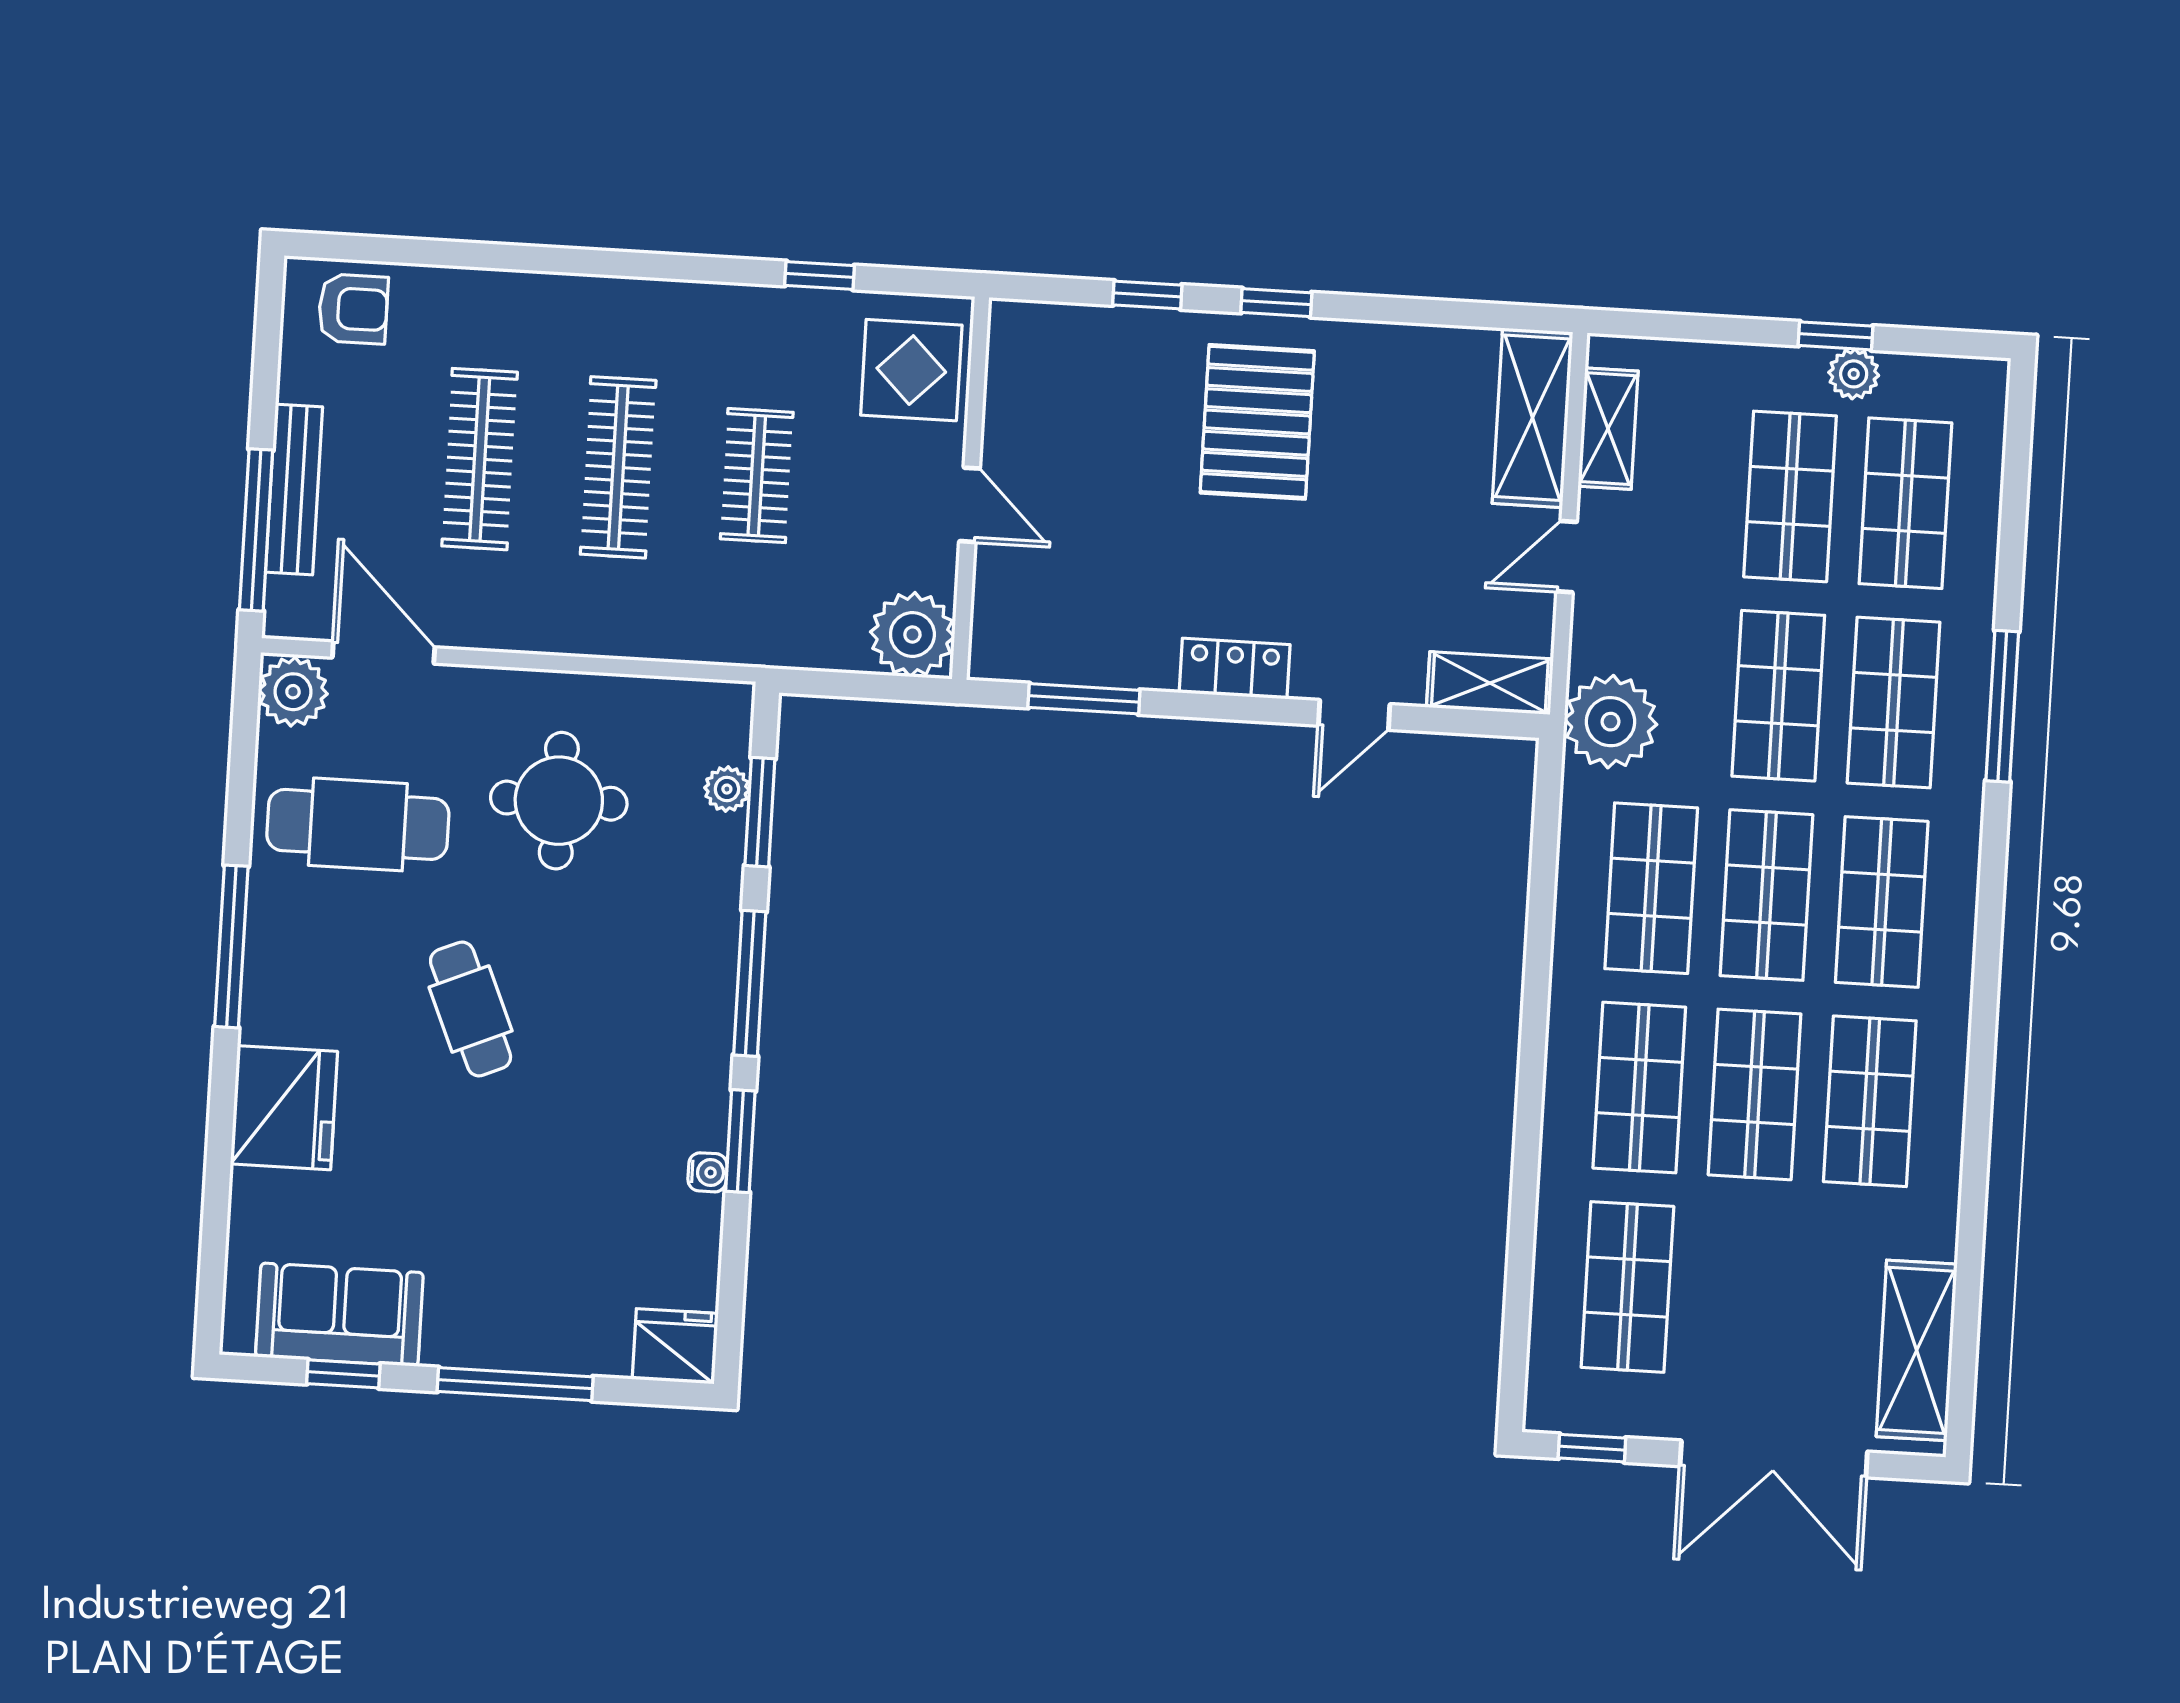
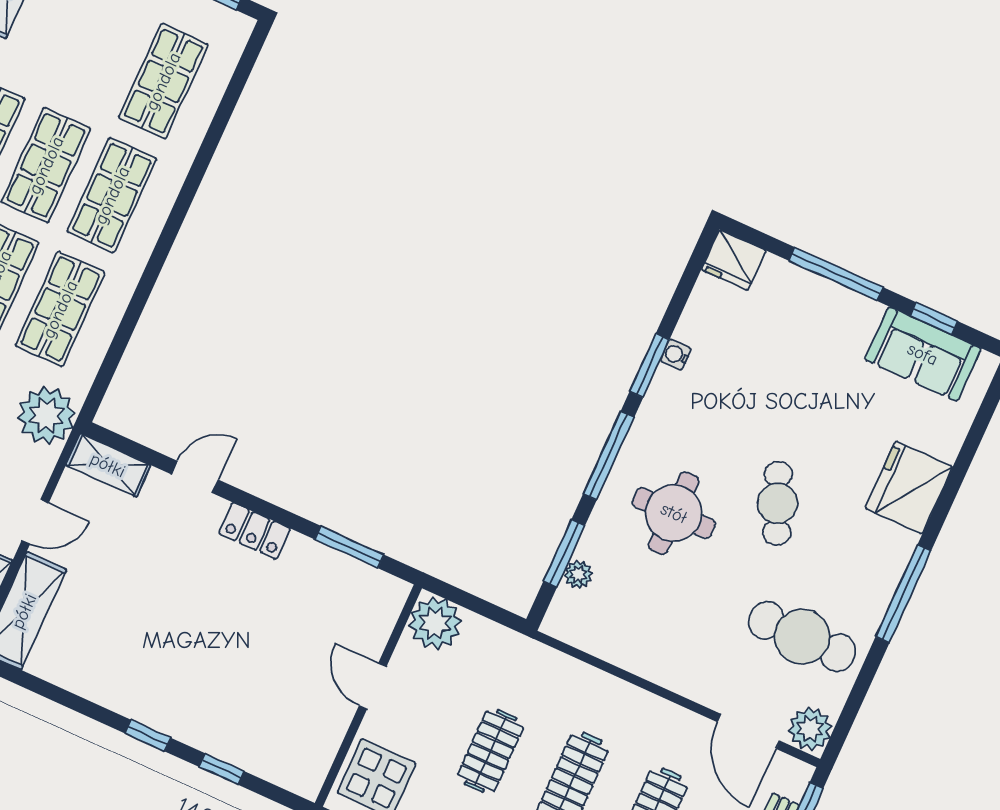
pallet: (1257, 422) -> (186, 670), removed
round table: (559, 801) -> (674, 513), moved

